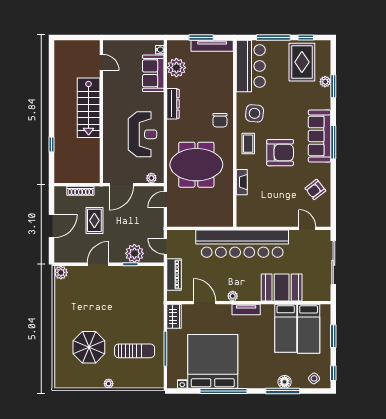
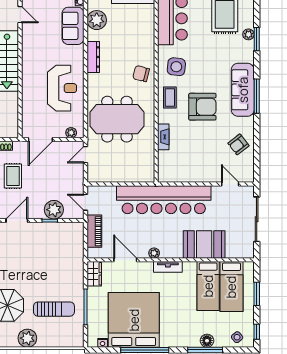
chair: (220, 120) -> (141, 74), turned 104
plant: (109, 384) -> (27, 338), width x1.88, depth x1.88

